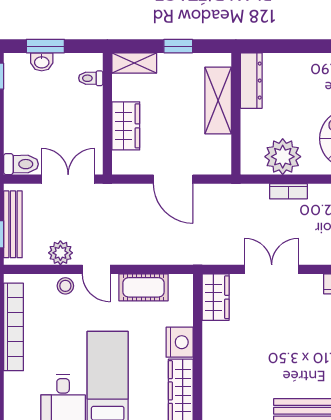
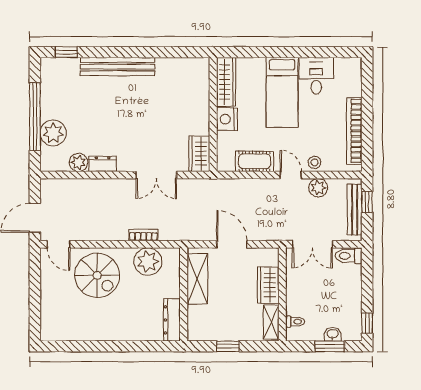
shelving: (134, 63) -> (271, 322), moved, turned 90
shelving: (218, 100) -> (197, 279), moved

